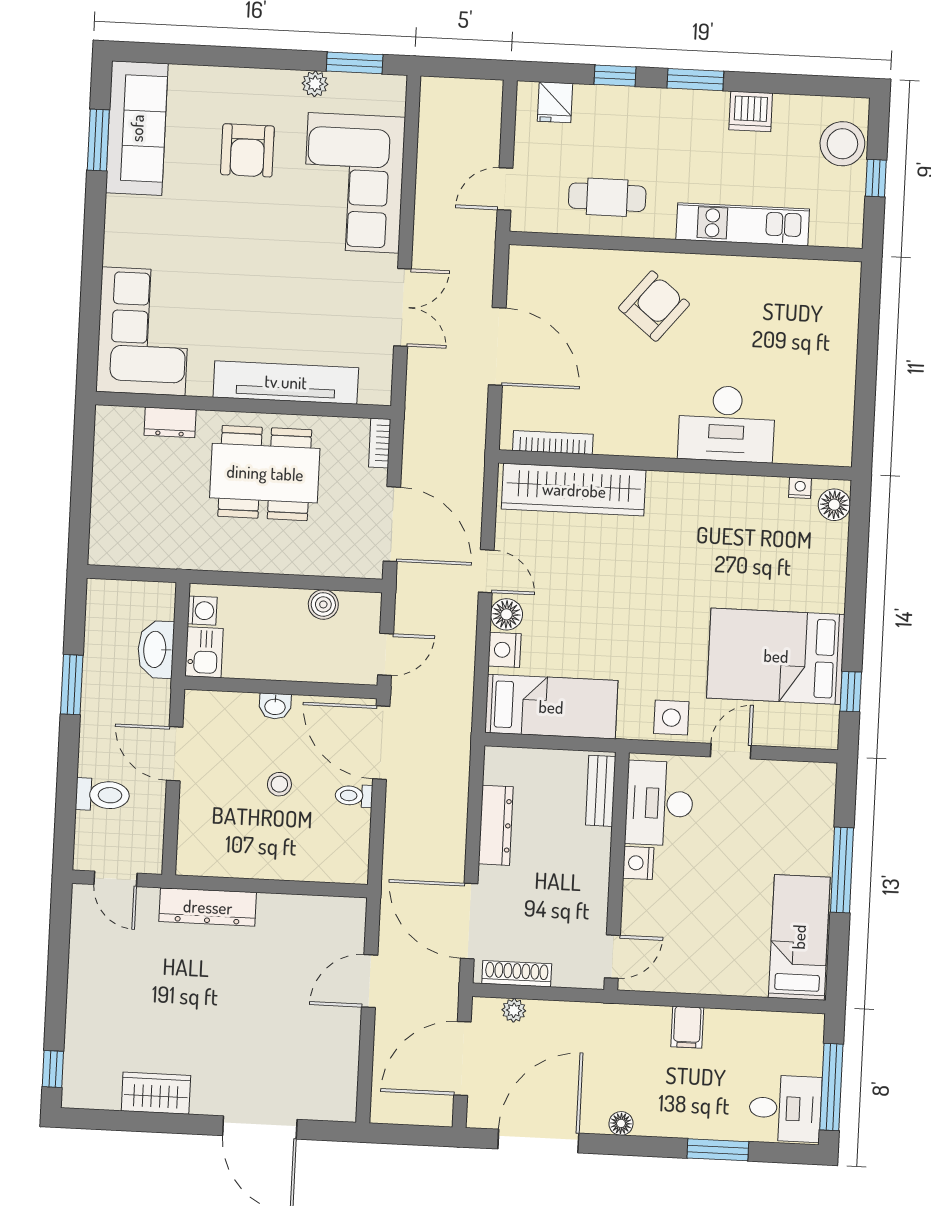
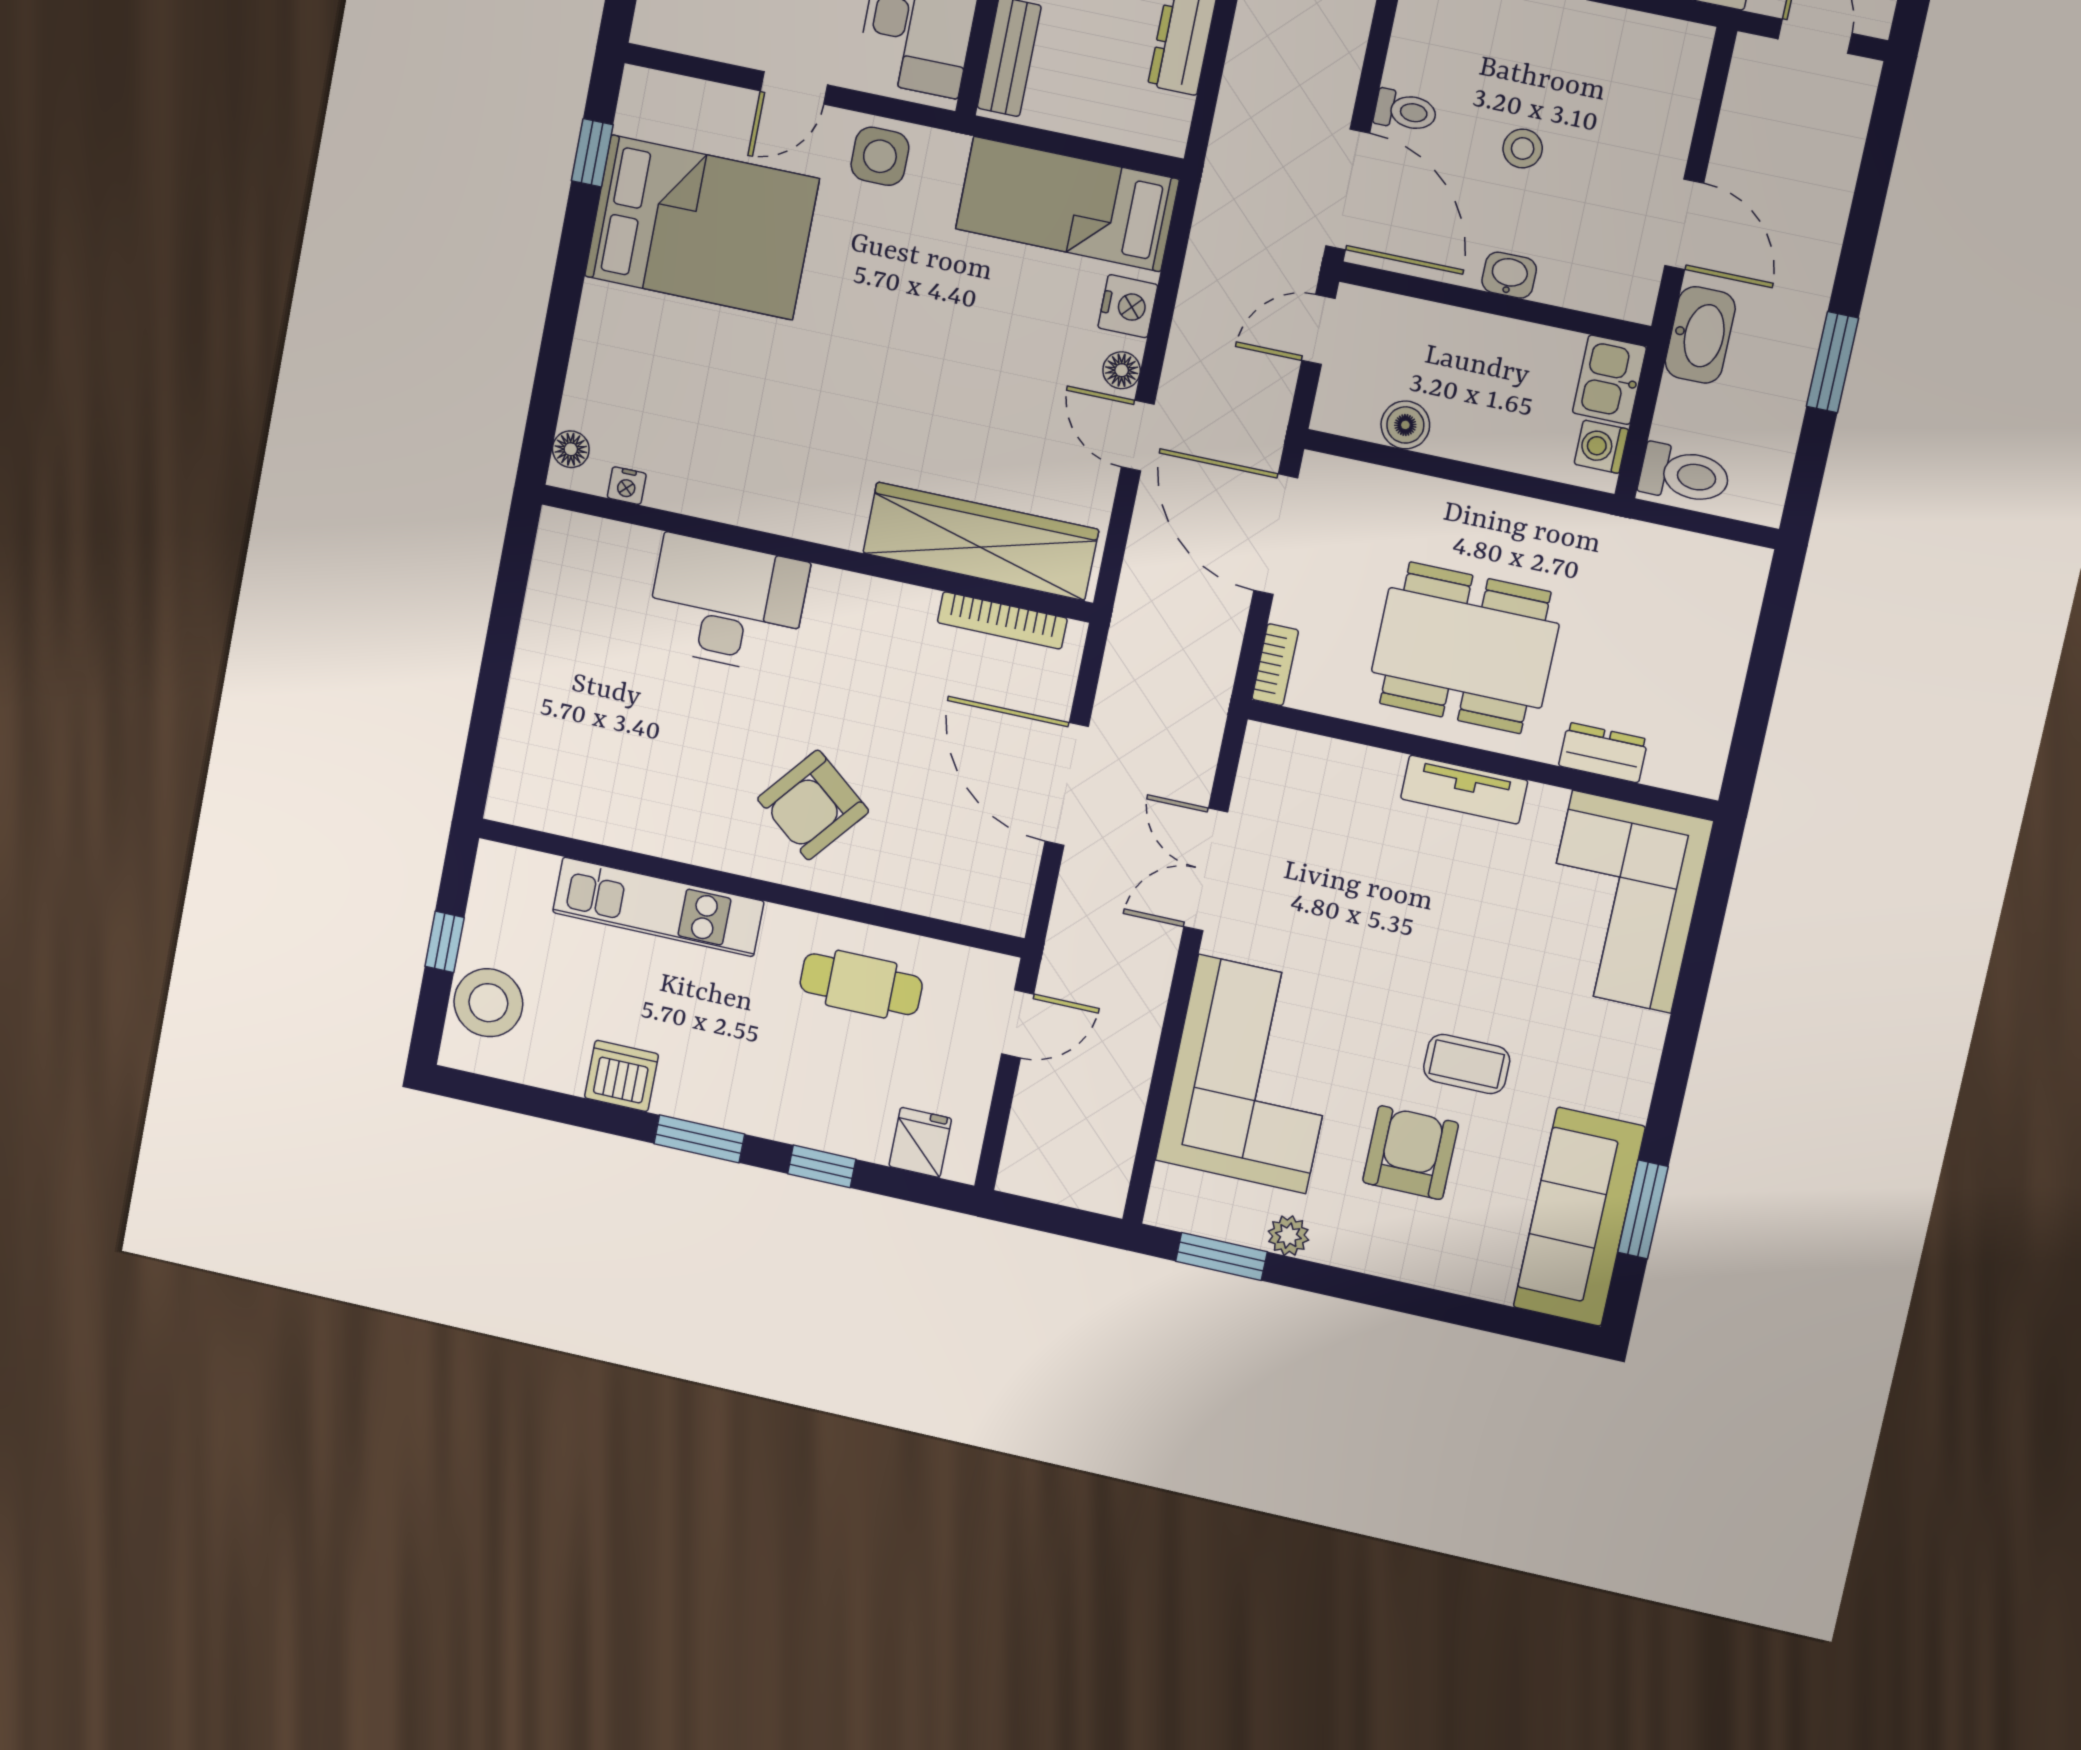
coffee table: (222, 213) -> (1467, 1064), added
tv unit: (286, 382) -> (1464, 790), width x0.52, depth x0.78
floor lamp: (834, 505) -> (571, 449), width x0.73, depth x0.73
floor lamp: (507, 614) -> (1122, 370), width x0.73, depth x0.73
washbasin: (156, 649) -> (1700, 335), moved
toilet: (103, 795) -> (1685, 475), moved, turned 180

